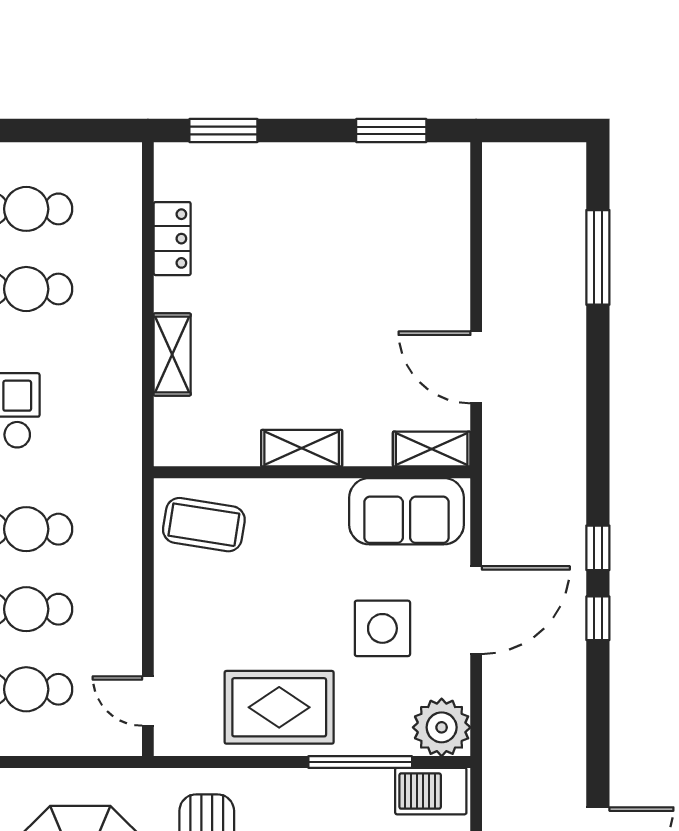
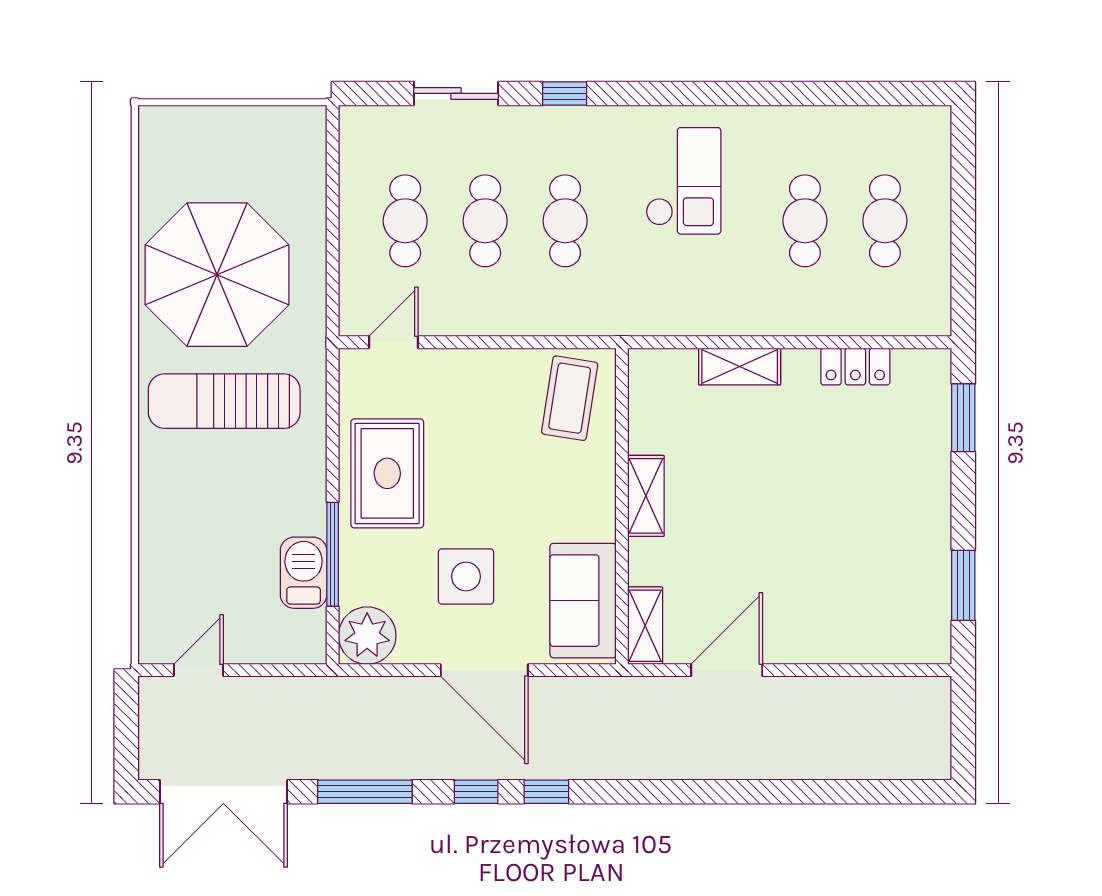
window: (598, 257) -> (365, 792), moved
barbecue: (431, 791) -> (304, 573), moved

